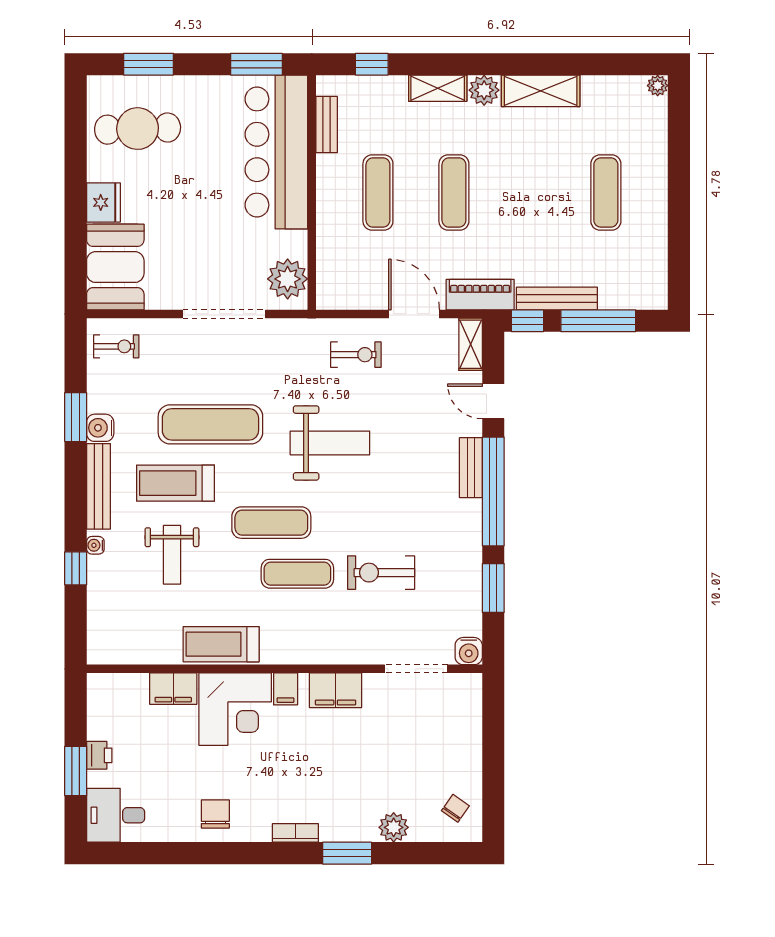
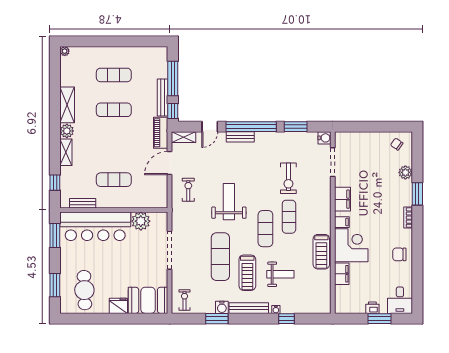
exercise mat: (454, 192) -> (114, 110), moved
plant: (288, 279) -> (141, 221), moved

